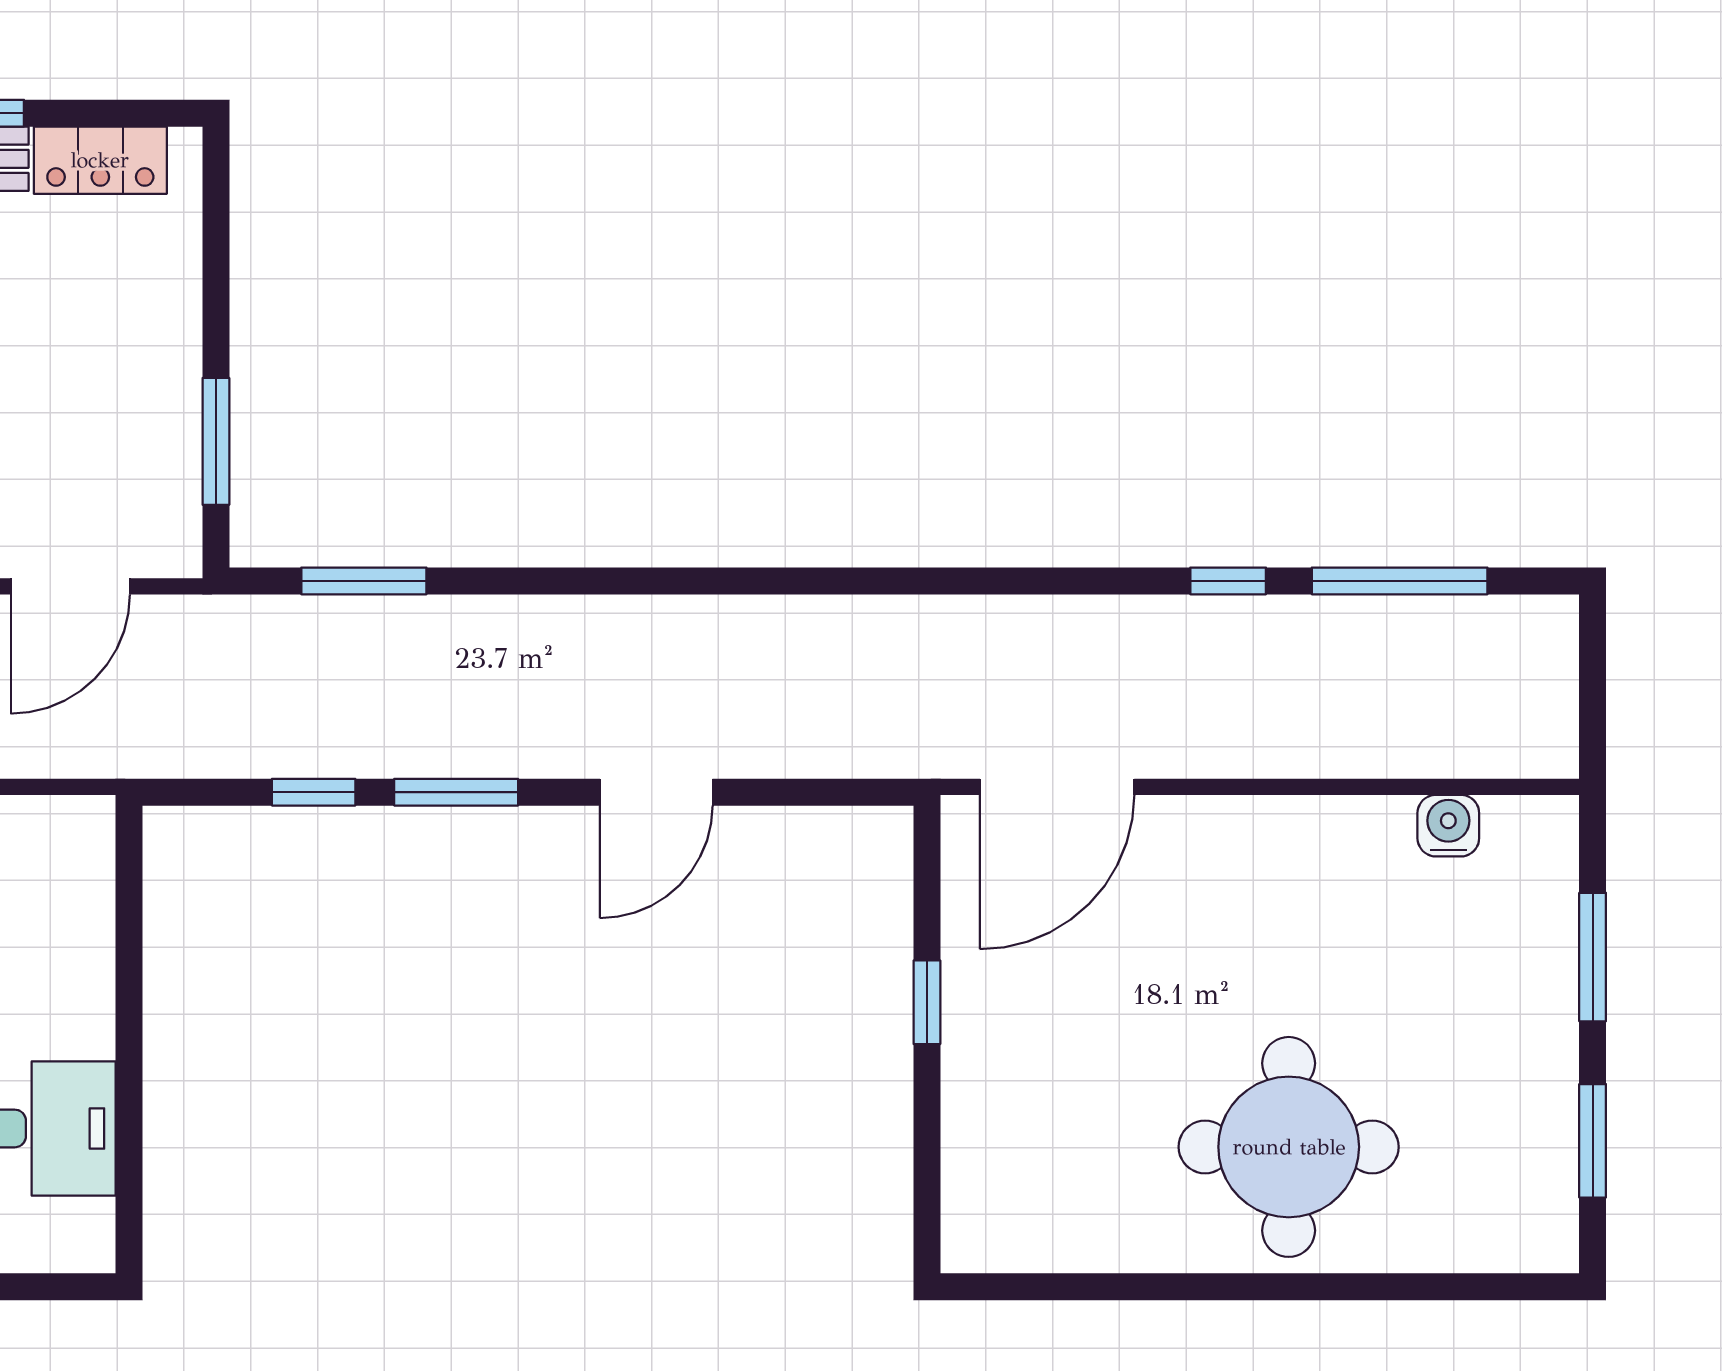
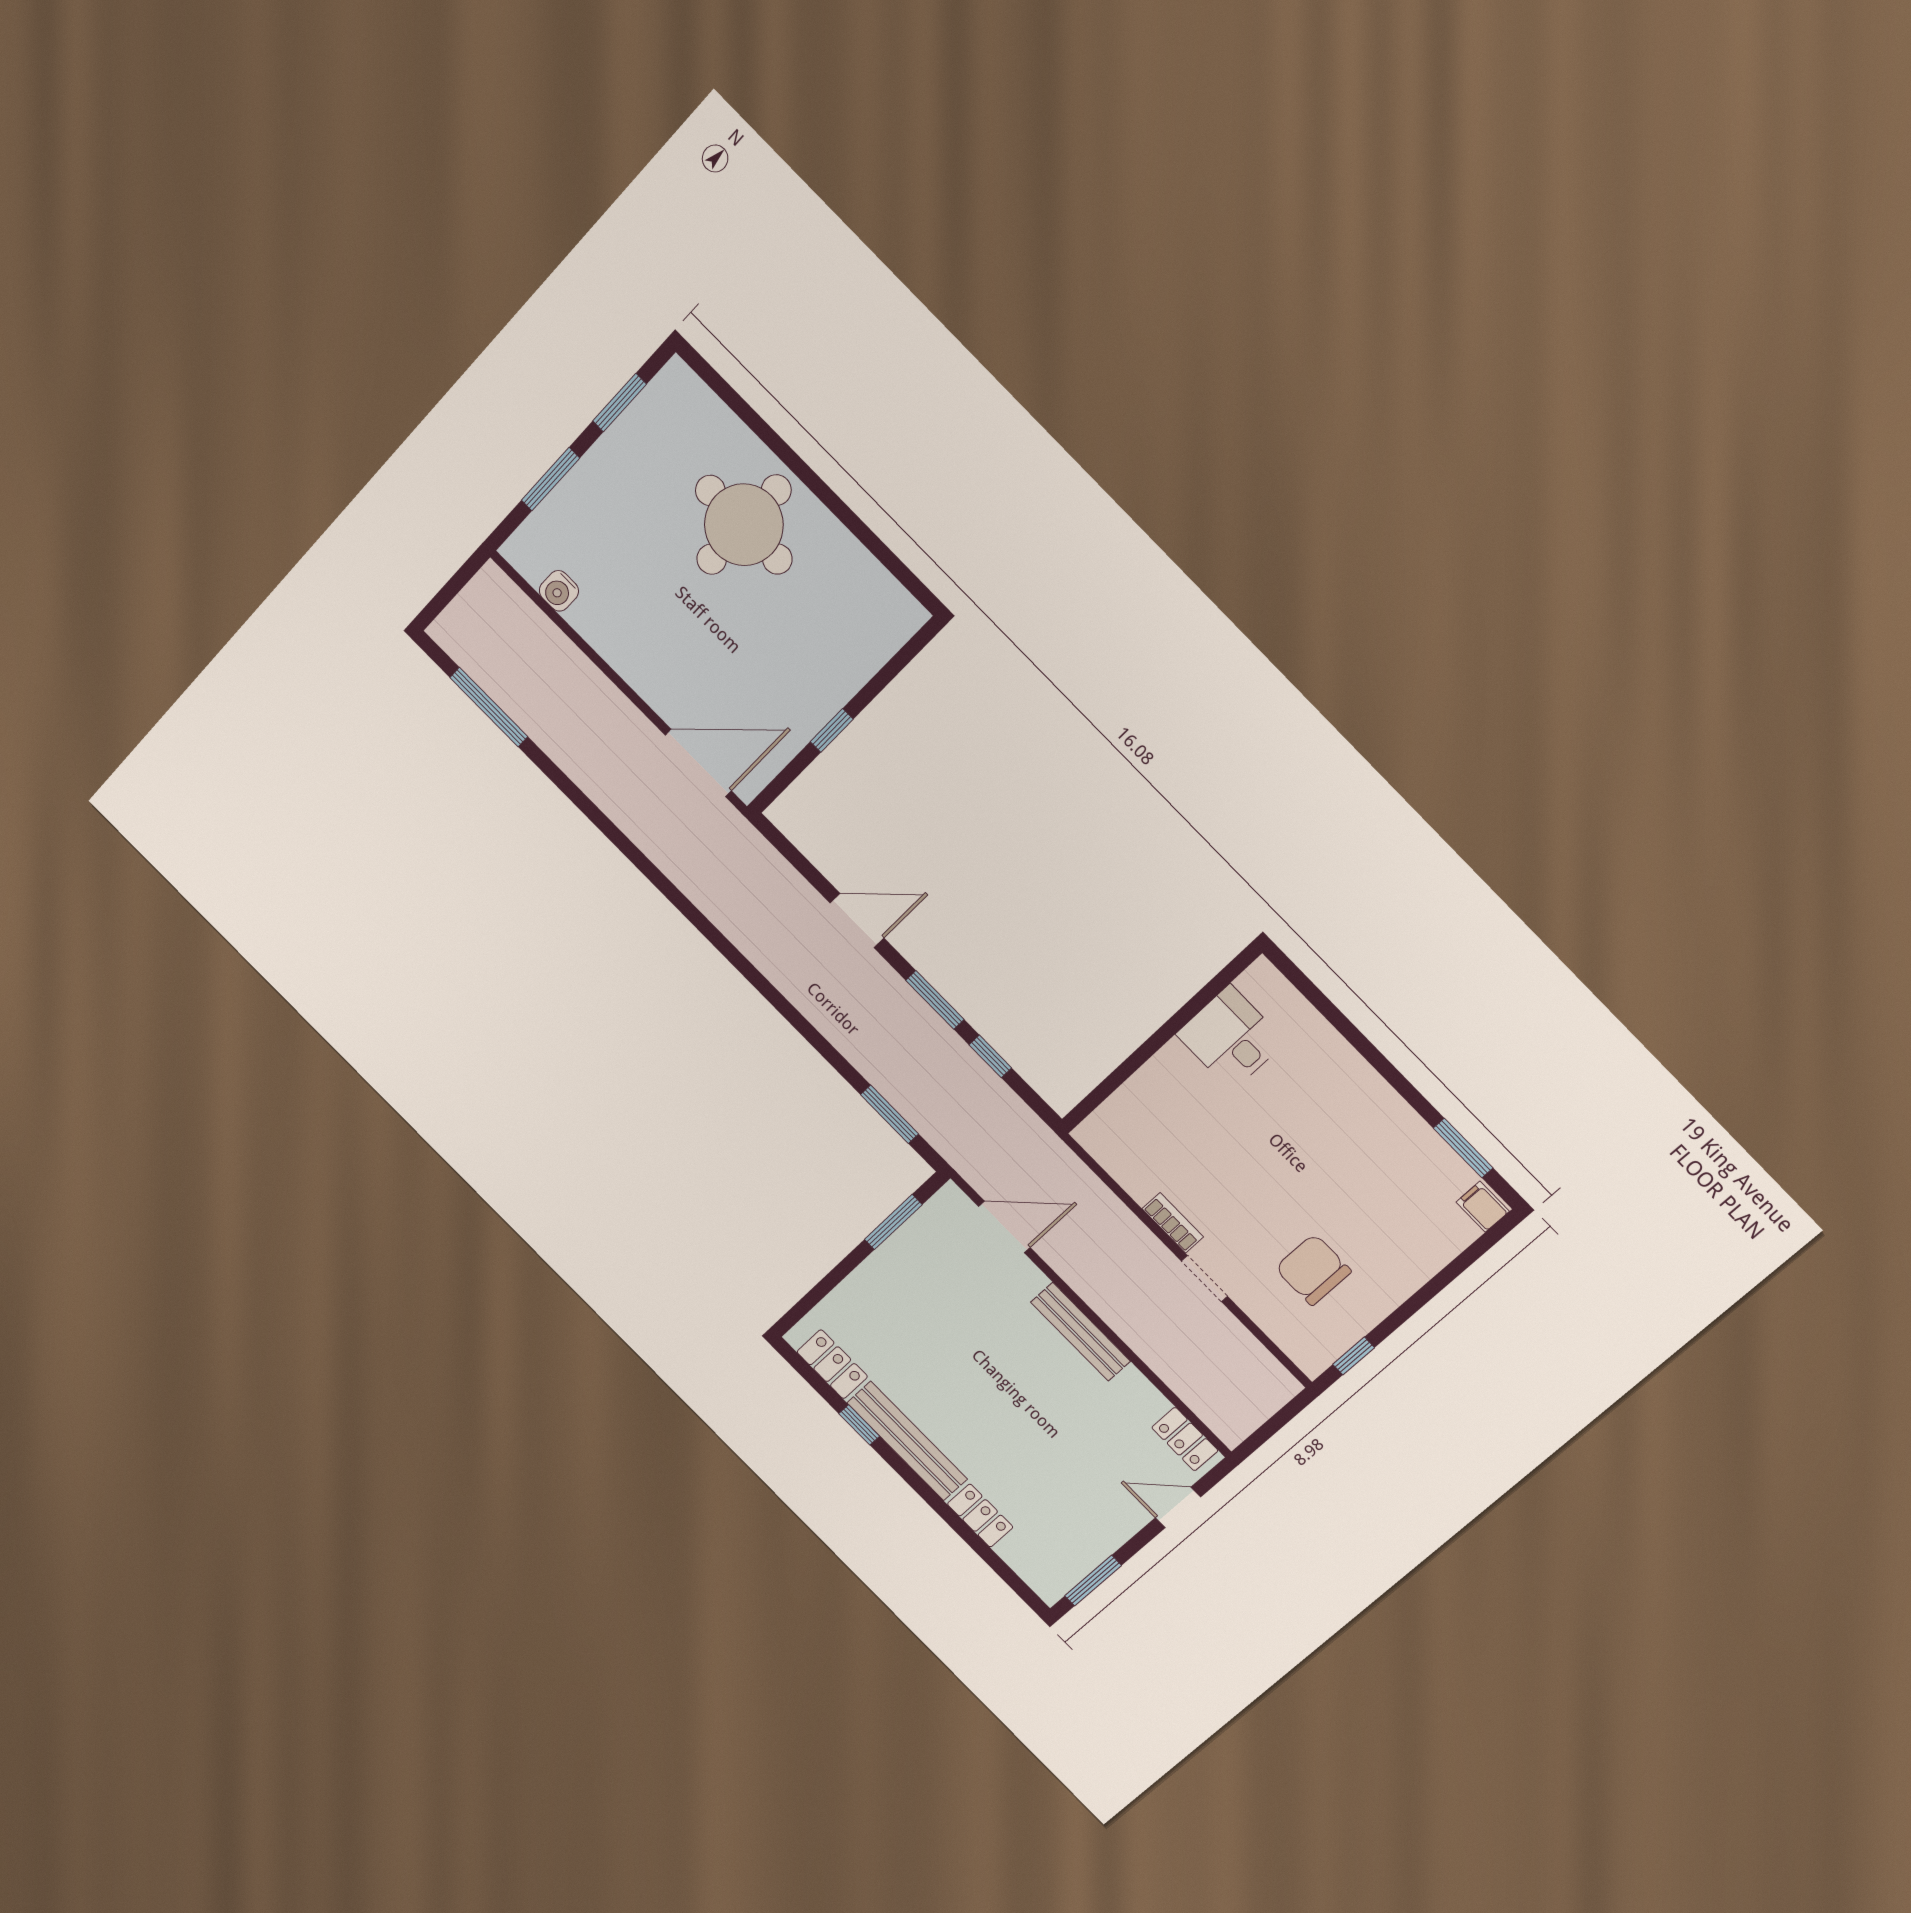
window: (1228, 581) -> (555, 775), removed

